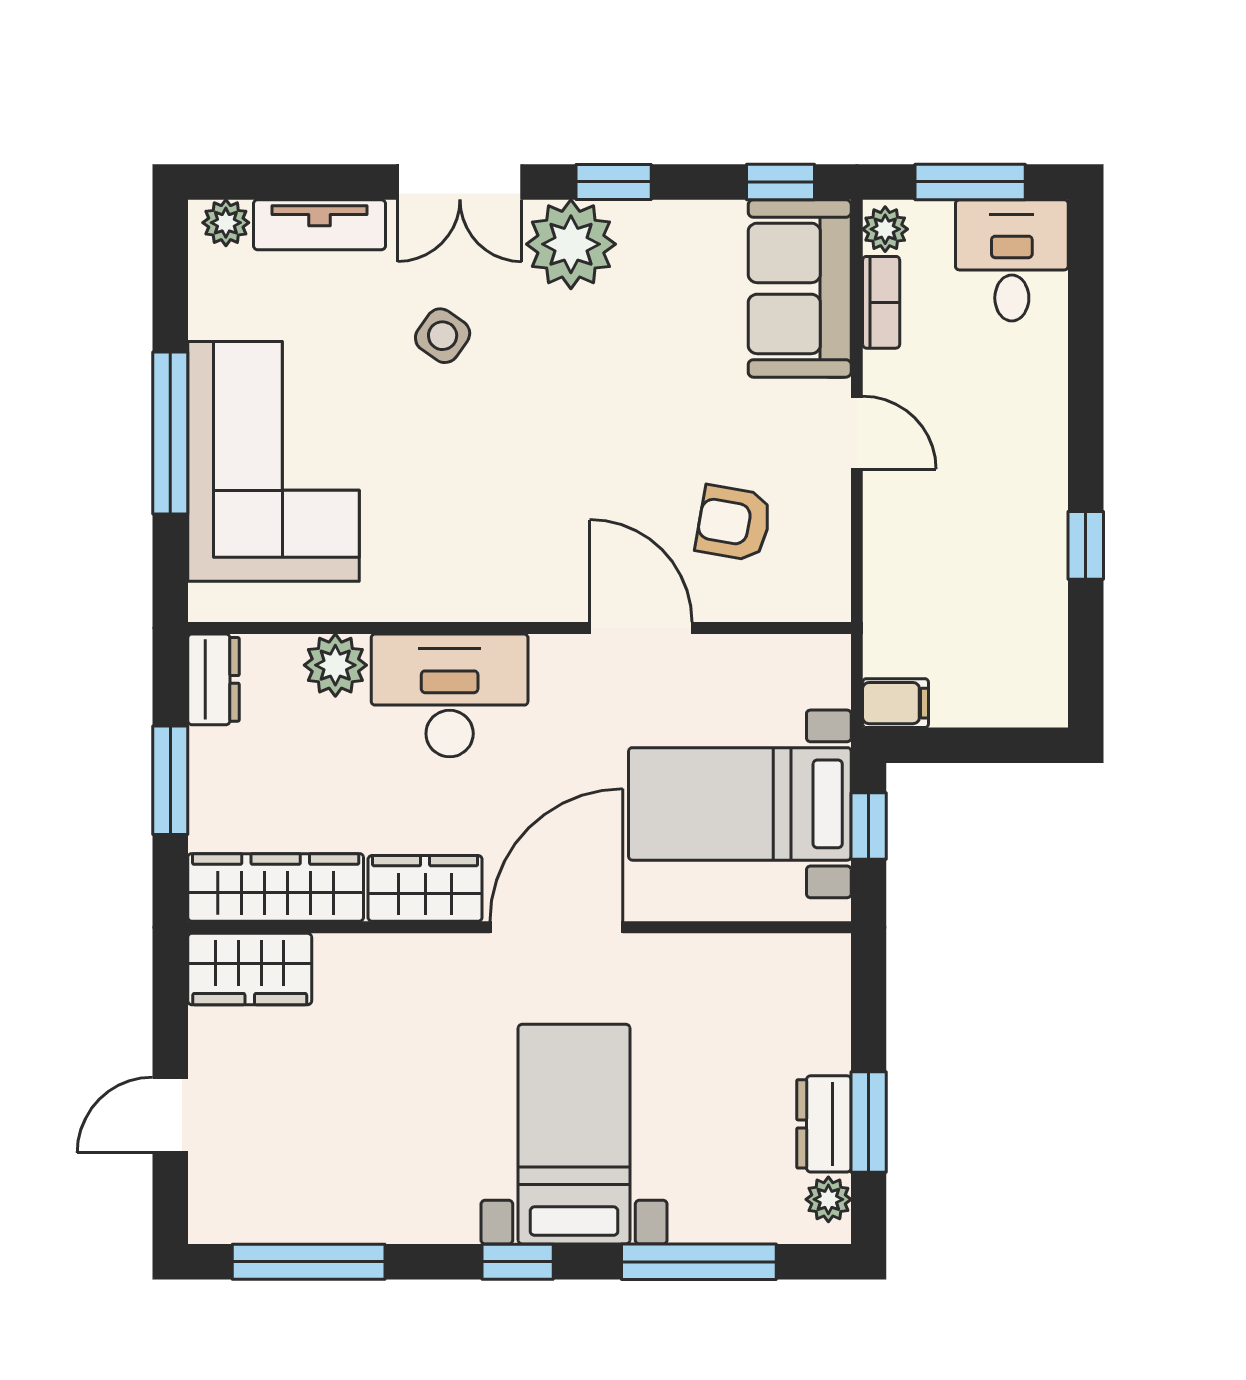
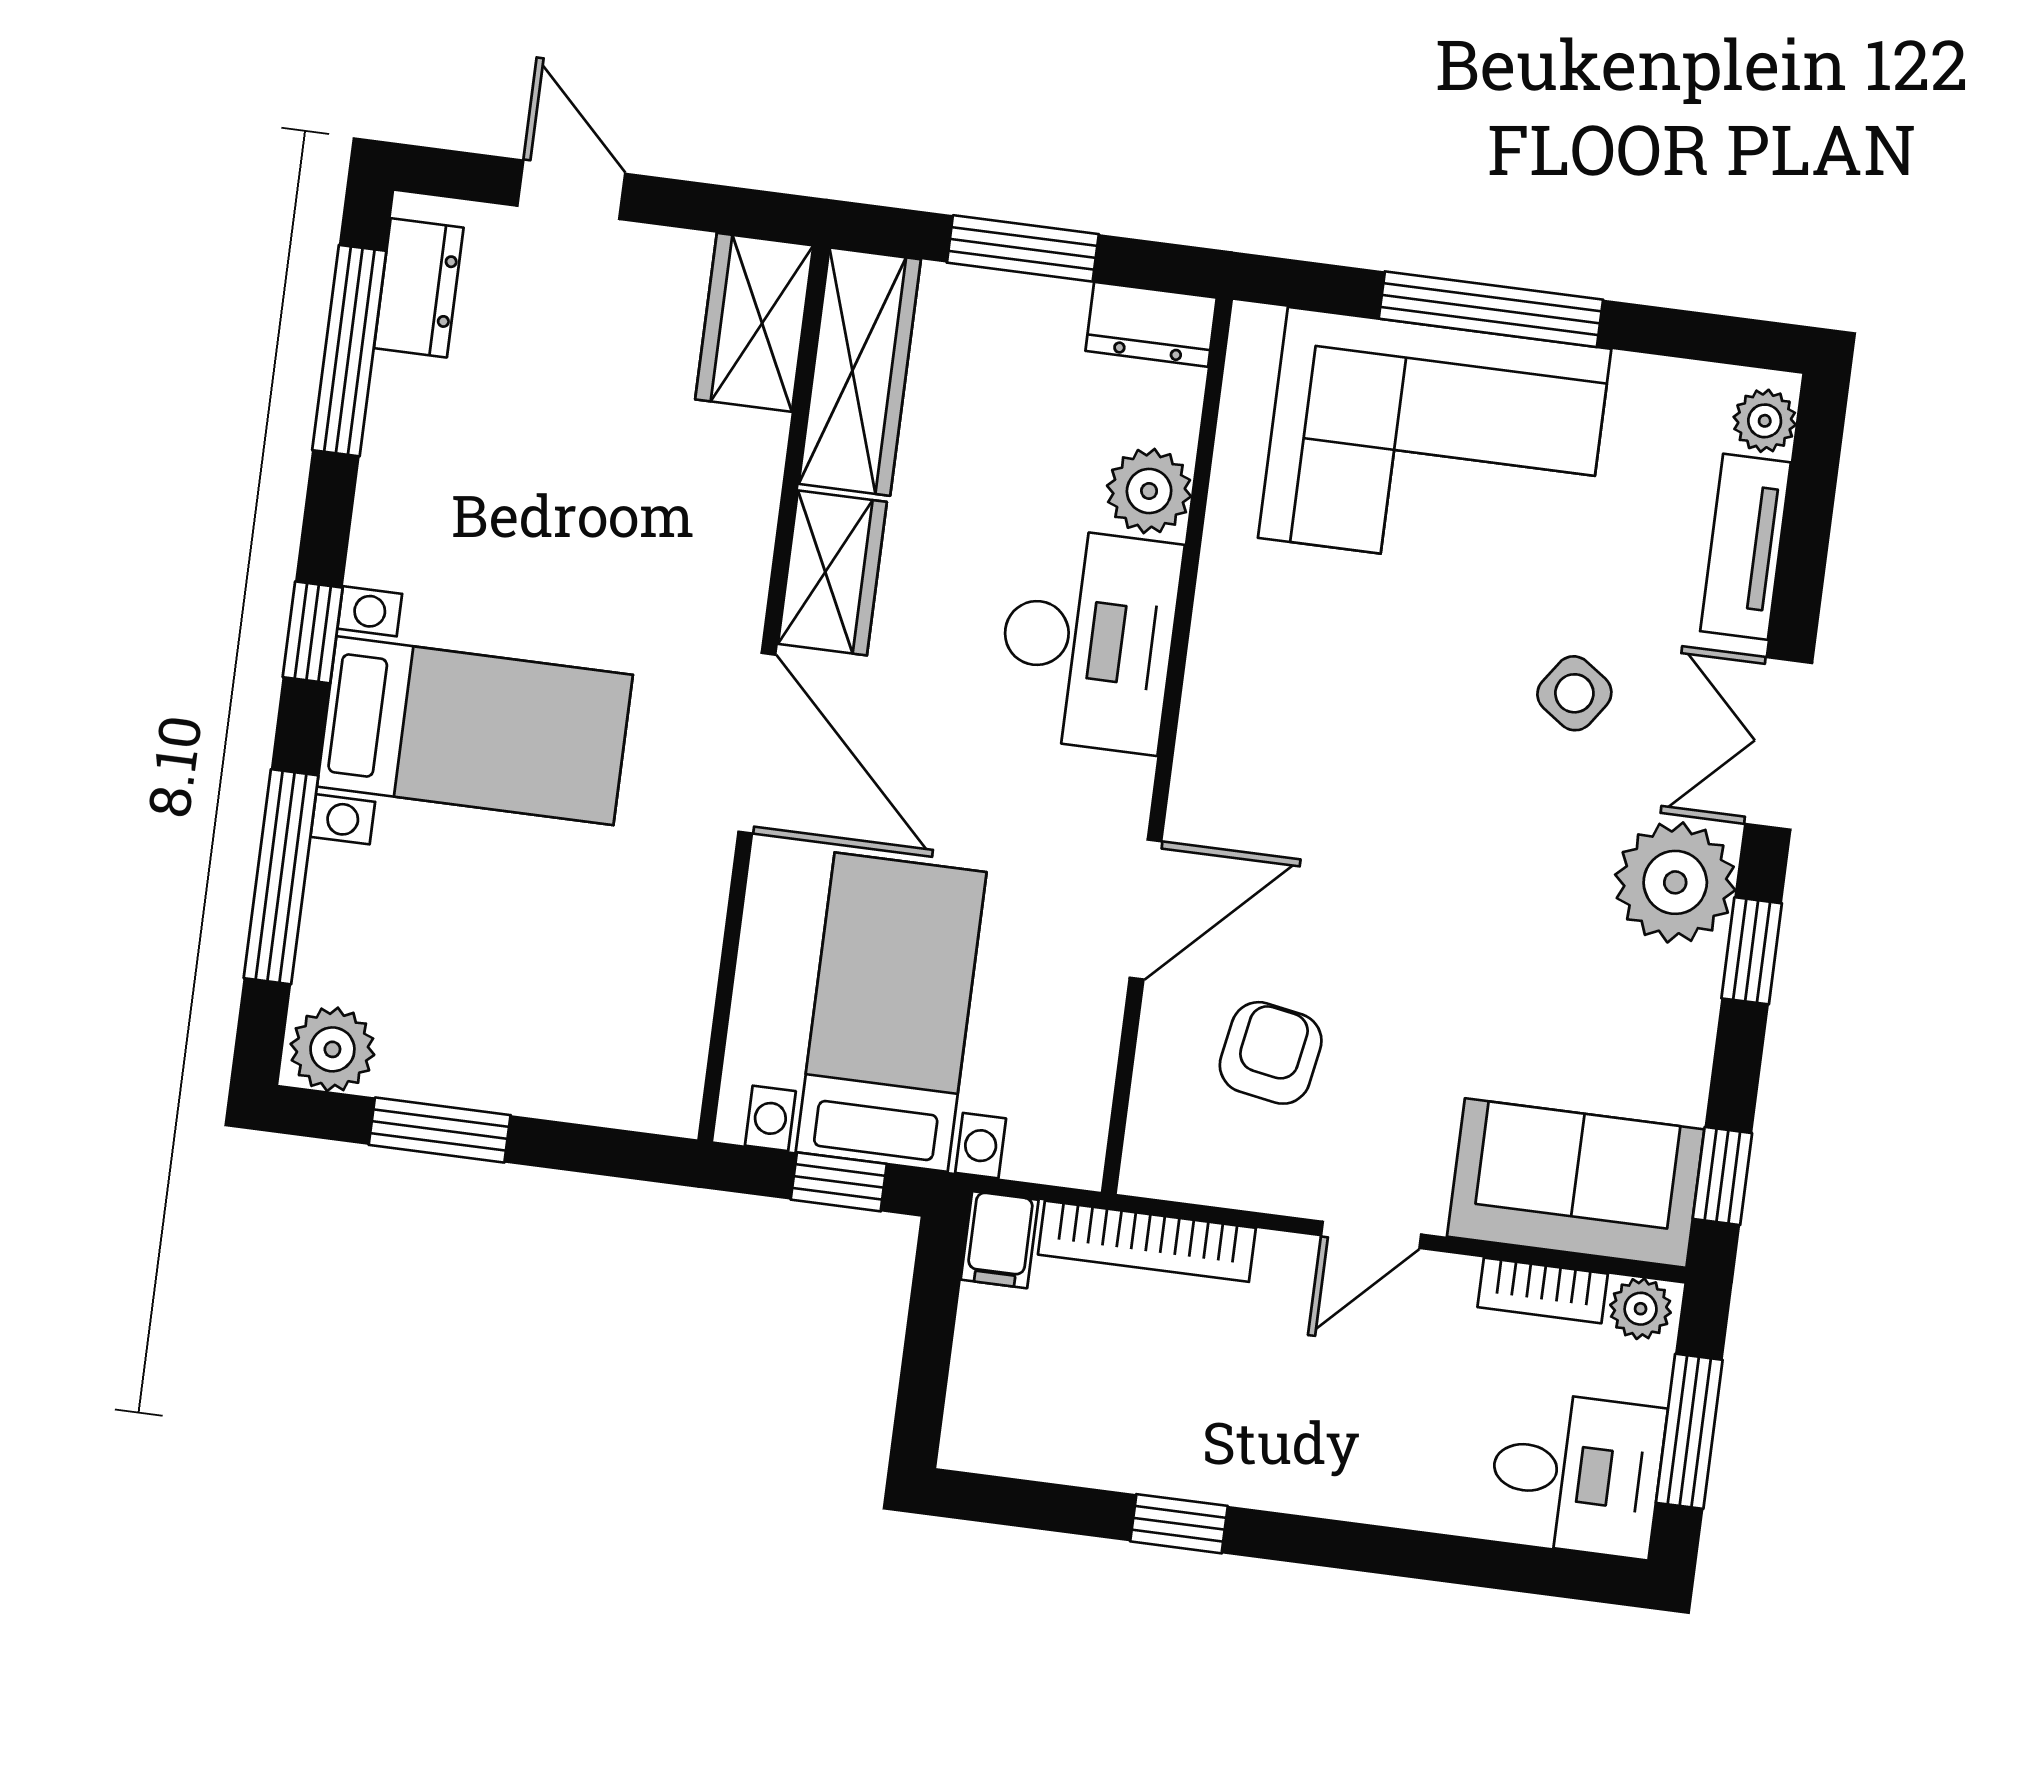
bookcase: (883, 596) -> (1147, 1241), added
dresser: (824, 1124) -> (419, 288), moved, turned 90
plant: (828, 1199) -> (332, 1049), width x1.38, depth x1.38

